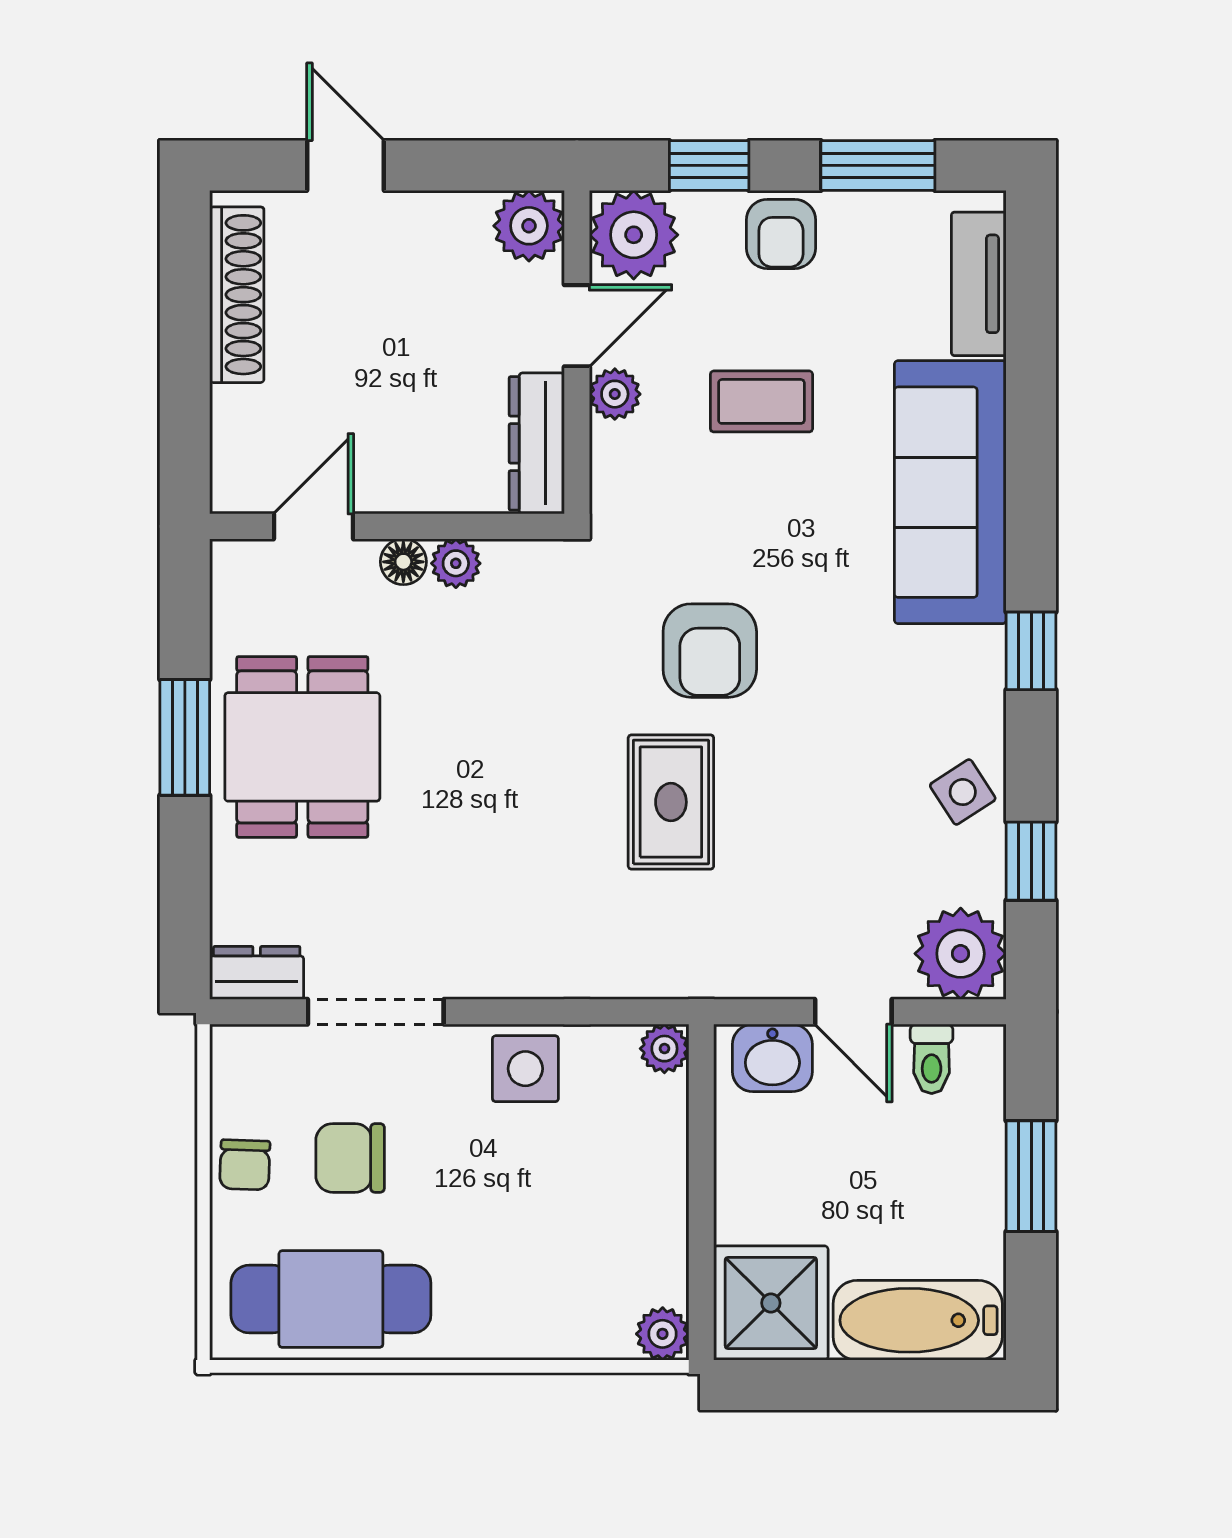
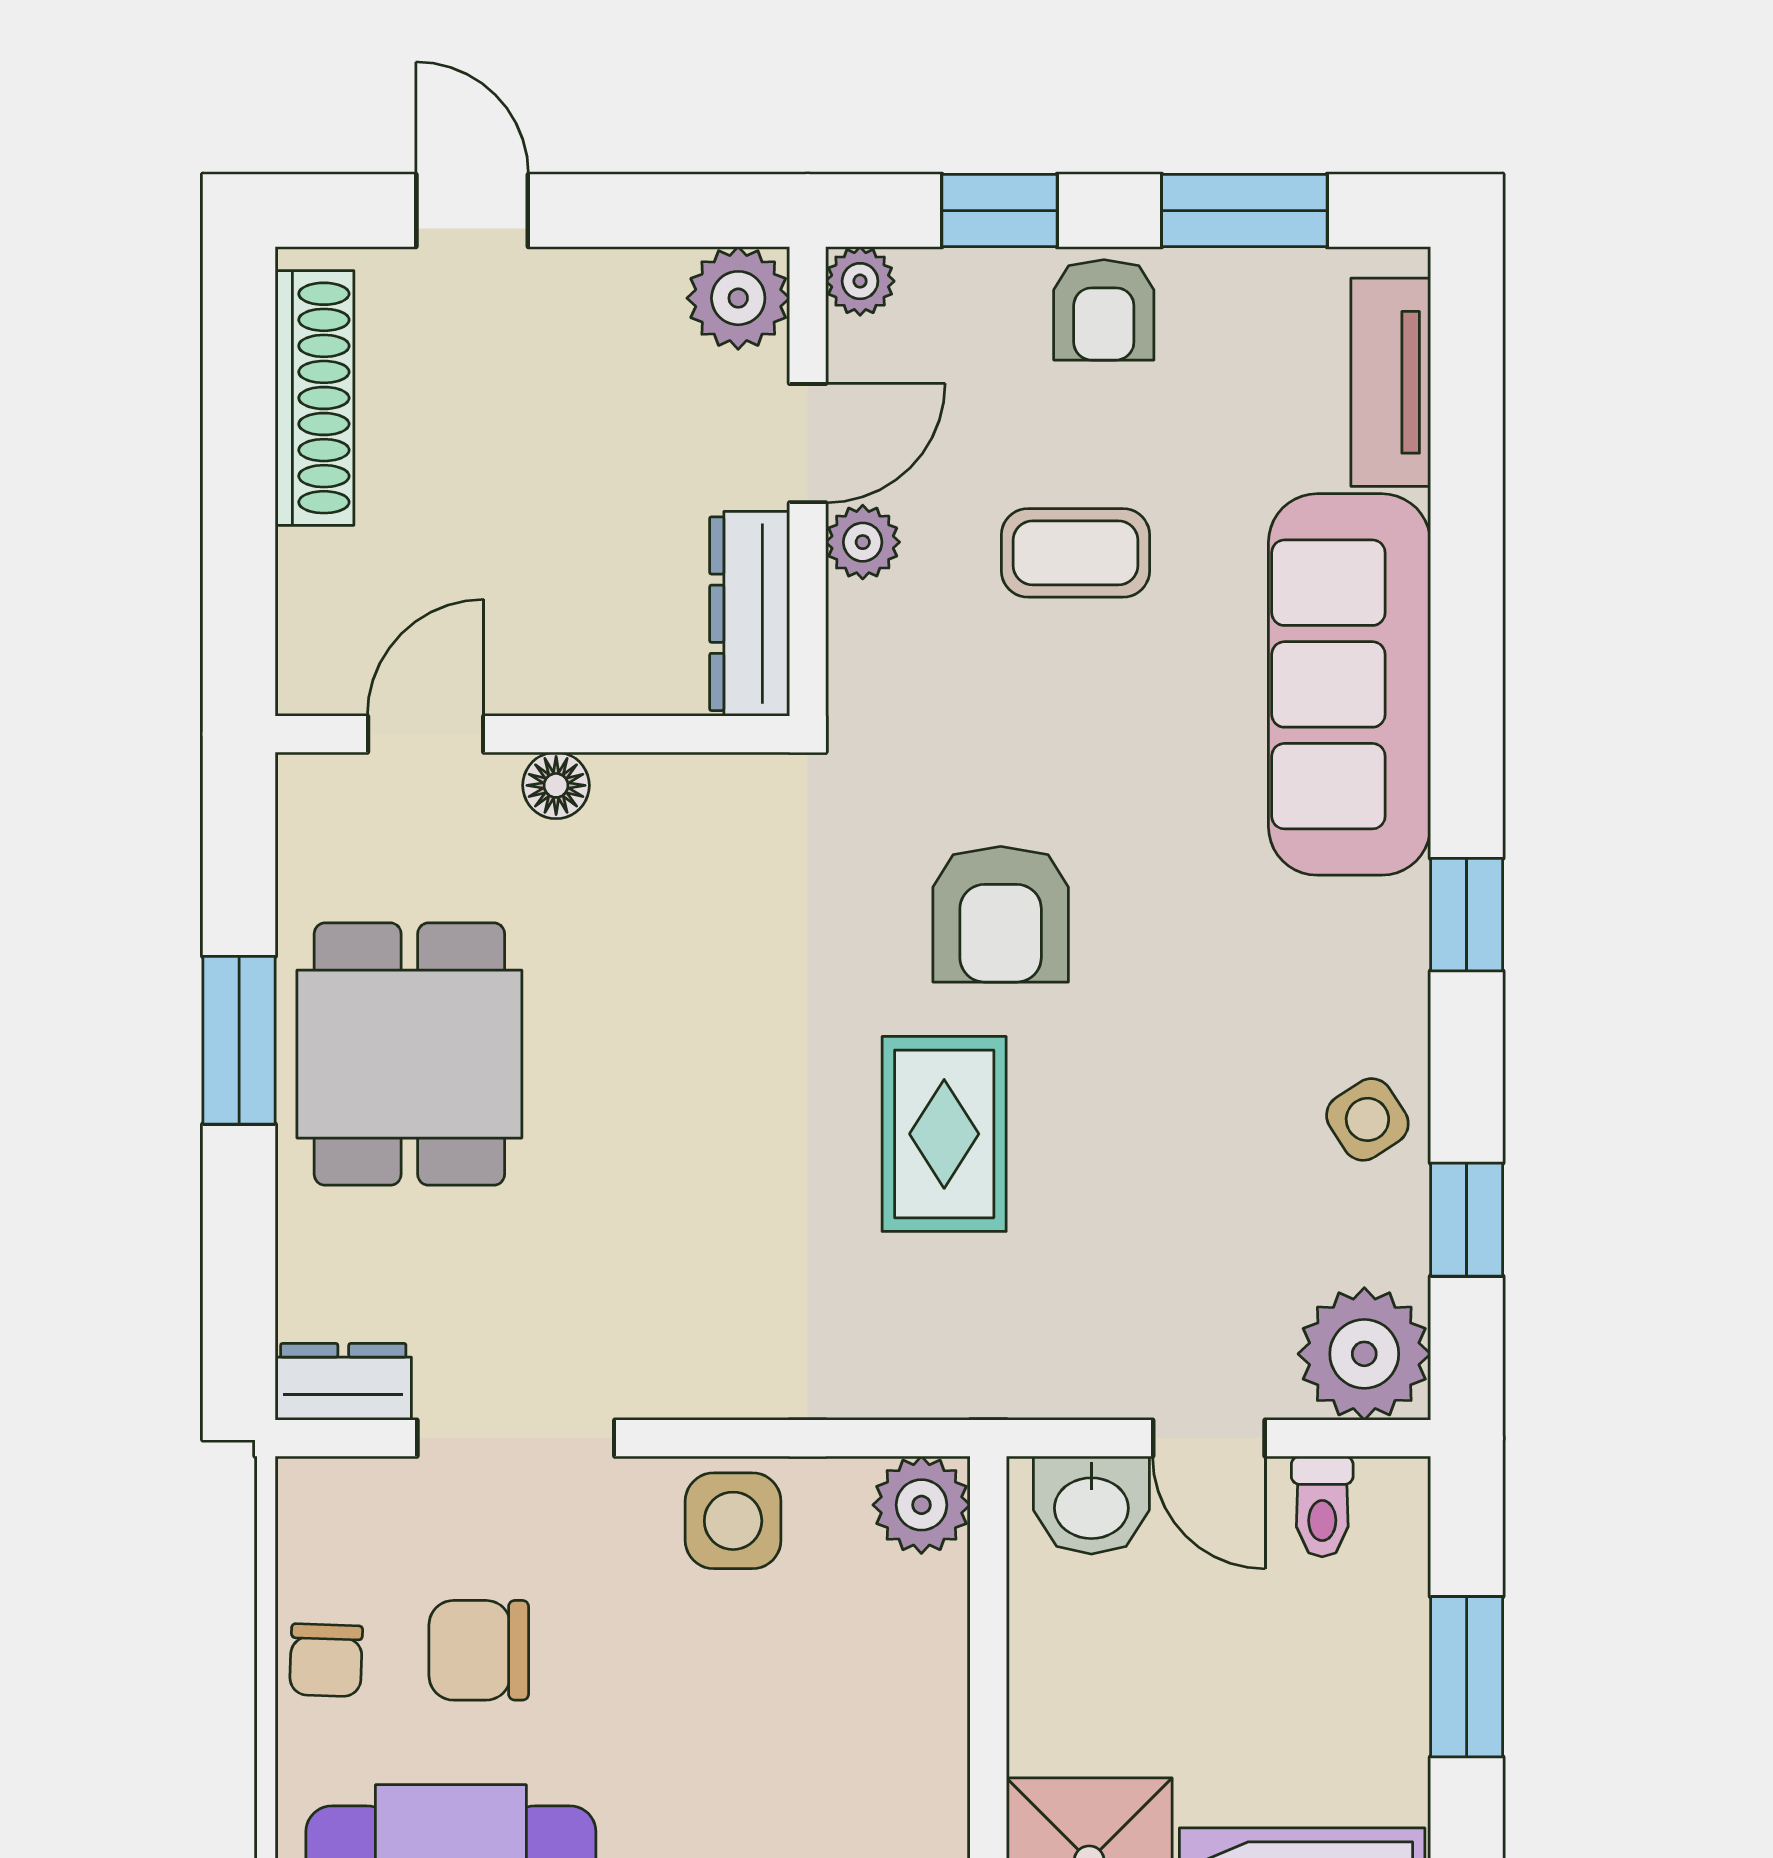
plant: (634, 235) -> (860, 281), width x0.53, depth x0.53
plant: (456, 563) -> (632, 788), removed
plant: (664, 1049) -> (921, 1505), width x1.38, depth x1.38

